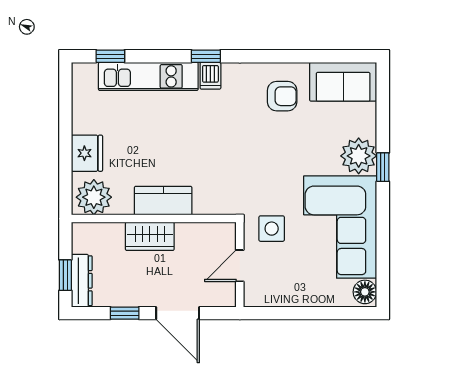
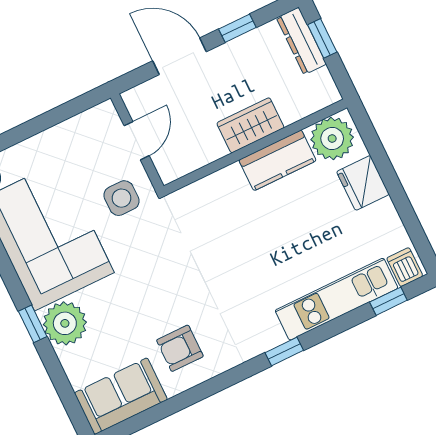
dishwasher: (210, 76) -> (405, 267), moved
kitchen counter: (163, 201) -> (278, 160), moved

